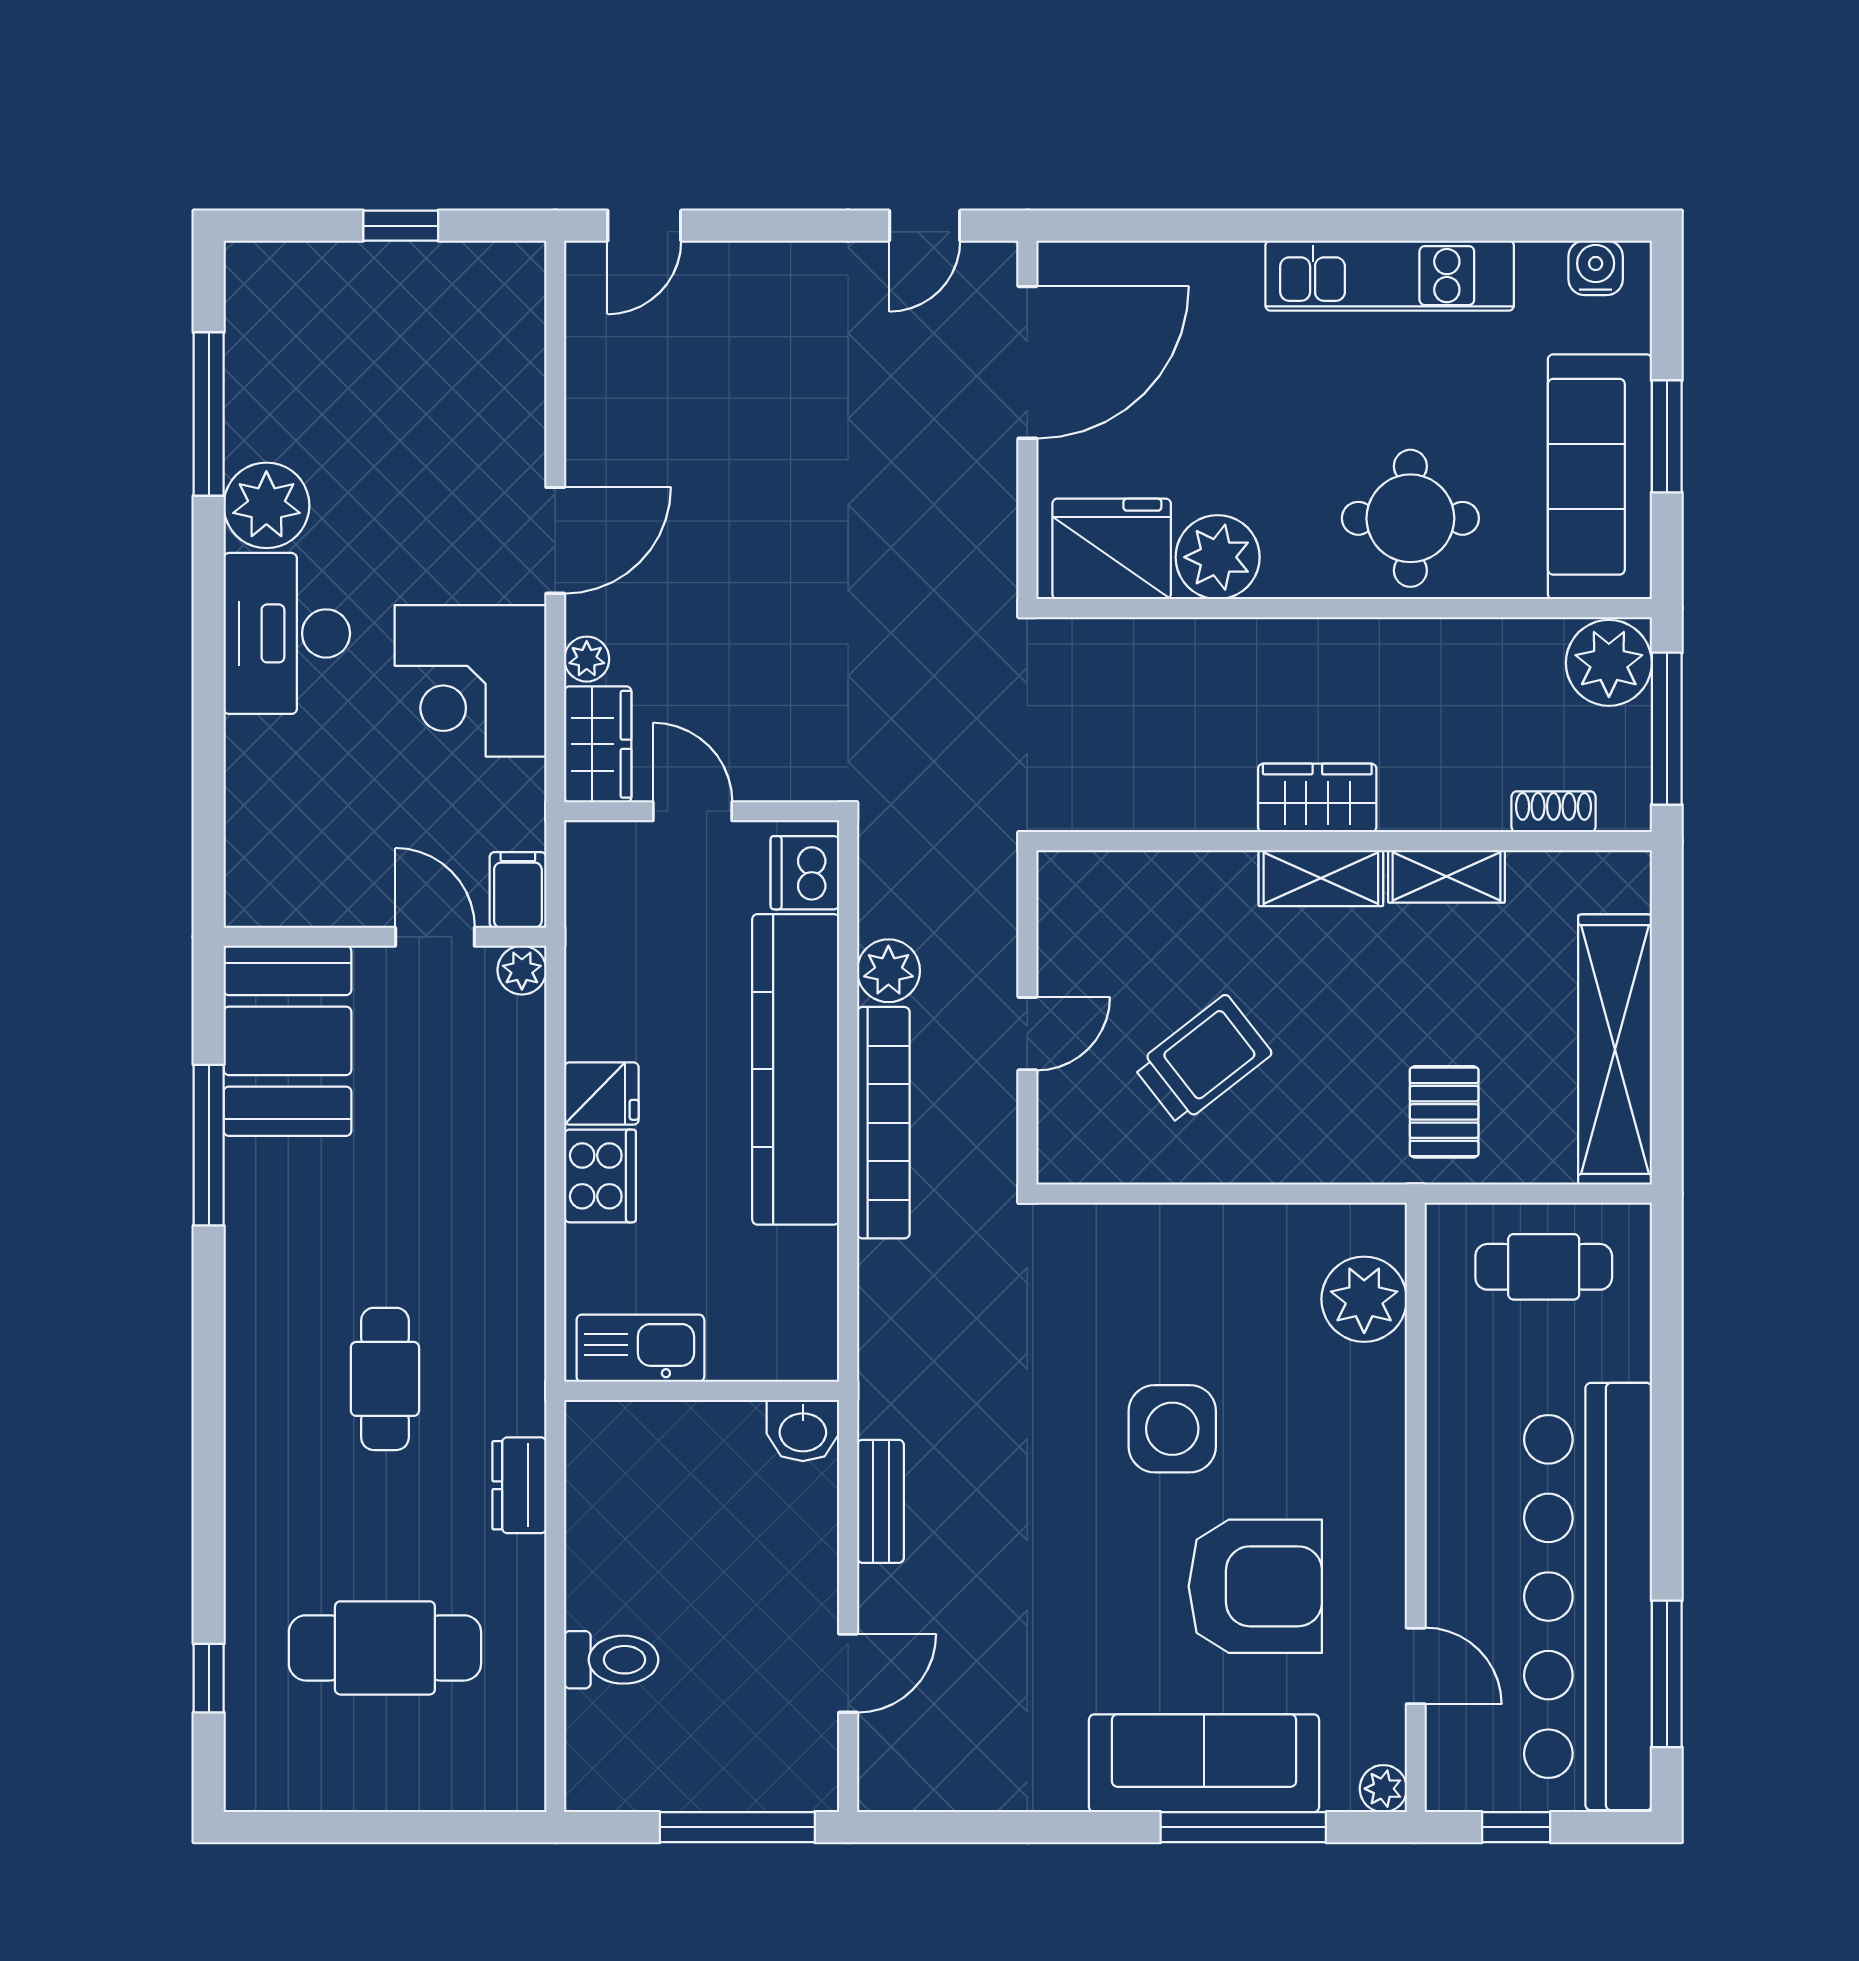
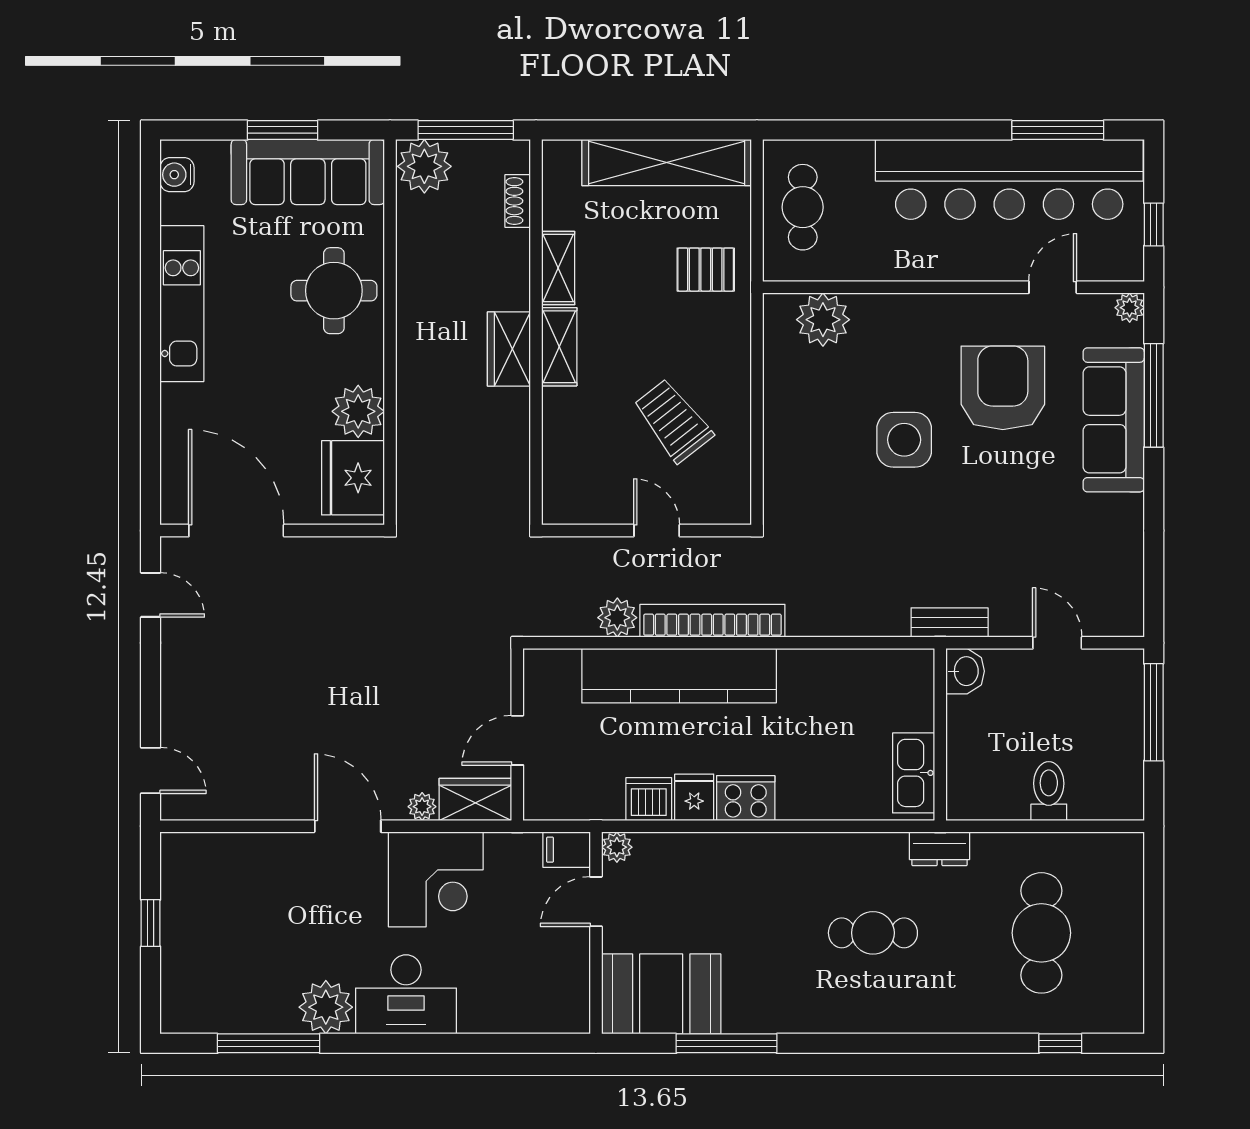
dishwasher: (805, 873) -> (649, 799), moved, turned 180
kitchen sink: (640, 1348) -> (914, 773), moved
wall: (702, 1391) -> (940, 735), moved
washbasin: (803, 1431) -> (965, 671), moved

